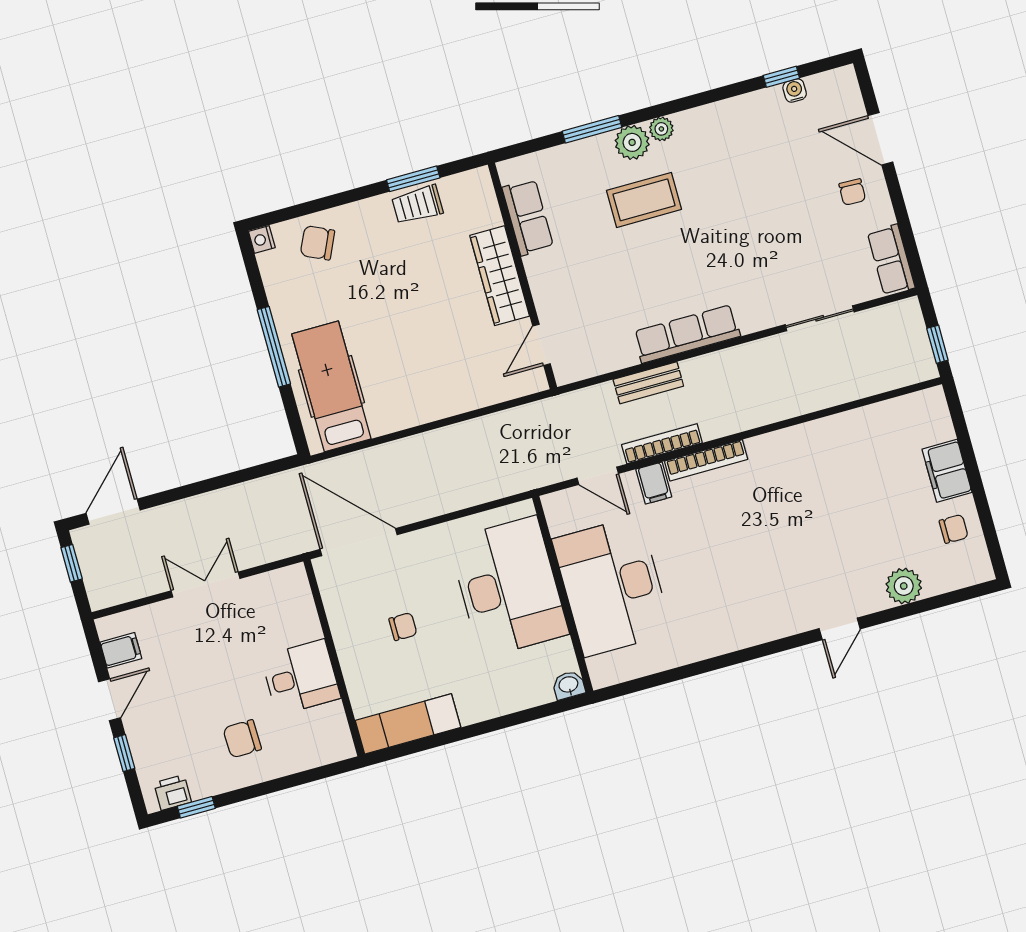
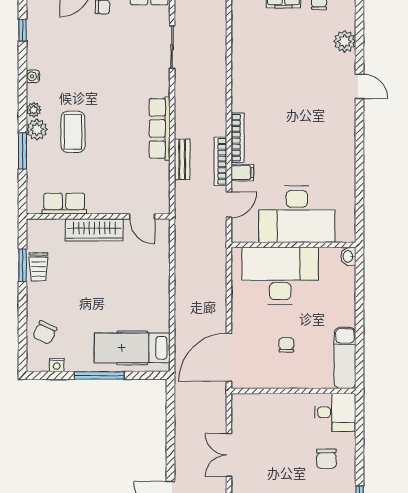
water cooler: (795, 91) -> (33, 76), moved
nightstand: (262, 239) -> (57, 365), moved
desk: (301, 677) -> (335, 412), moved, turned 90

